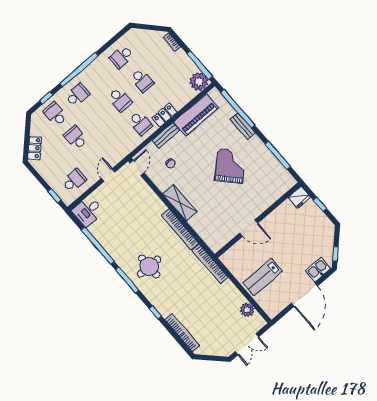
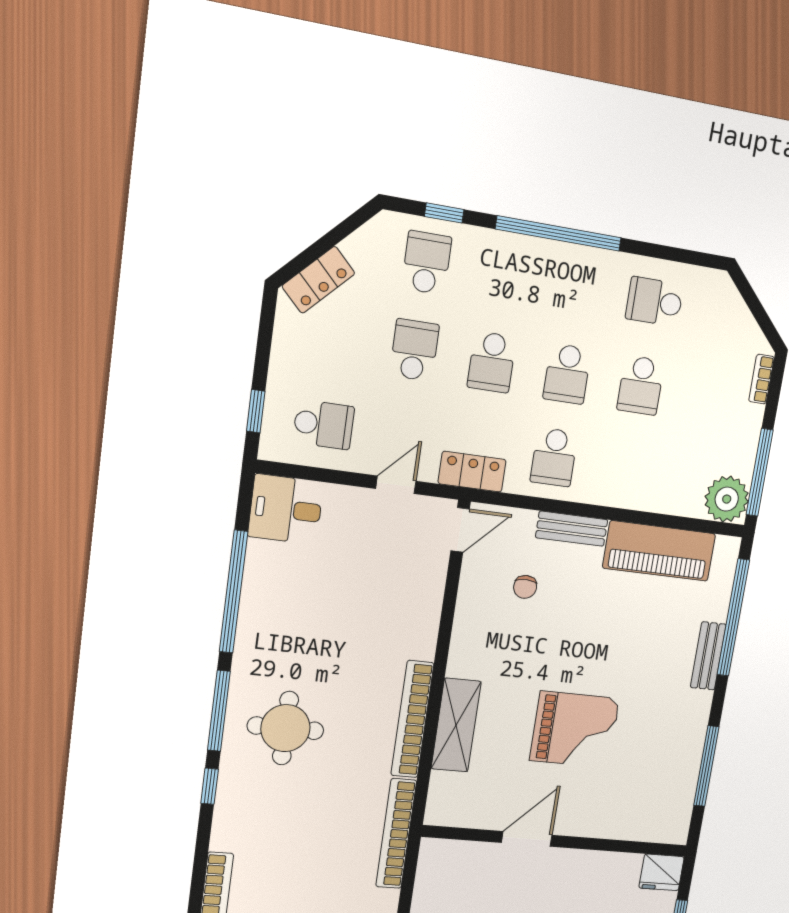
school desk: (77, 95) -> (492, 362), moved, turned 90
locker: (165, 115) -> (472, 472), moved
grand piano: (230, 166) -> (575, 730), moved, turned 42
shelving: (180, 203) -> (456, 725), moved
door: (249, 228) -> (527, 839), swing flipped
window: (155, 312) -> (210, 786), moved

